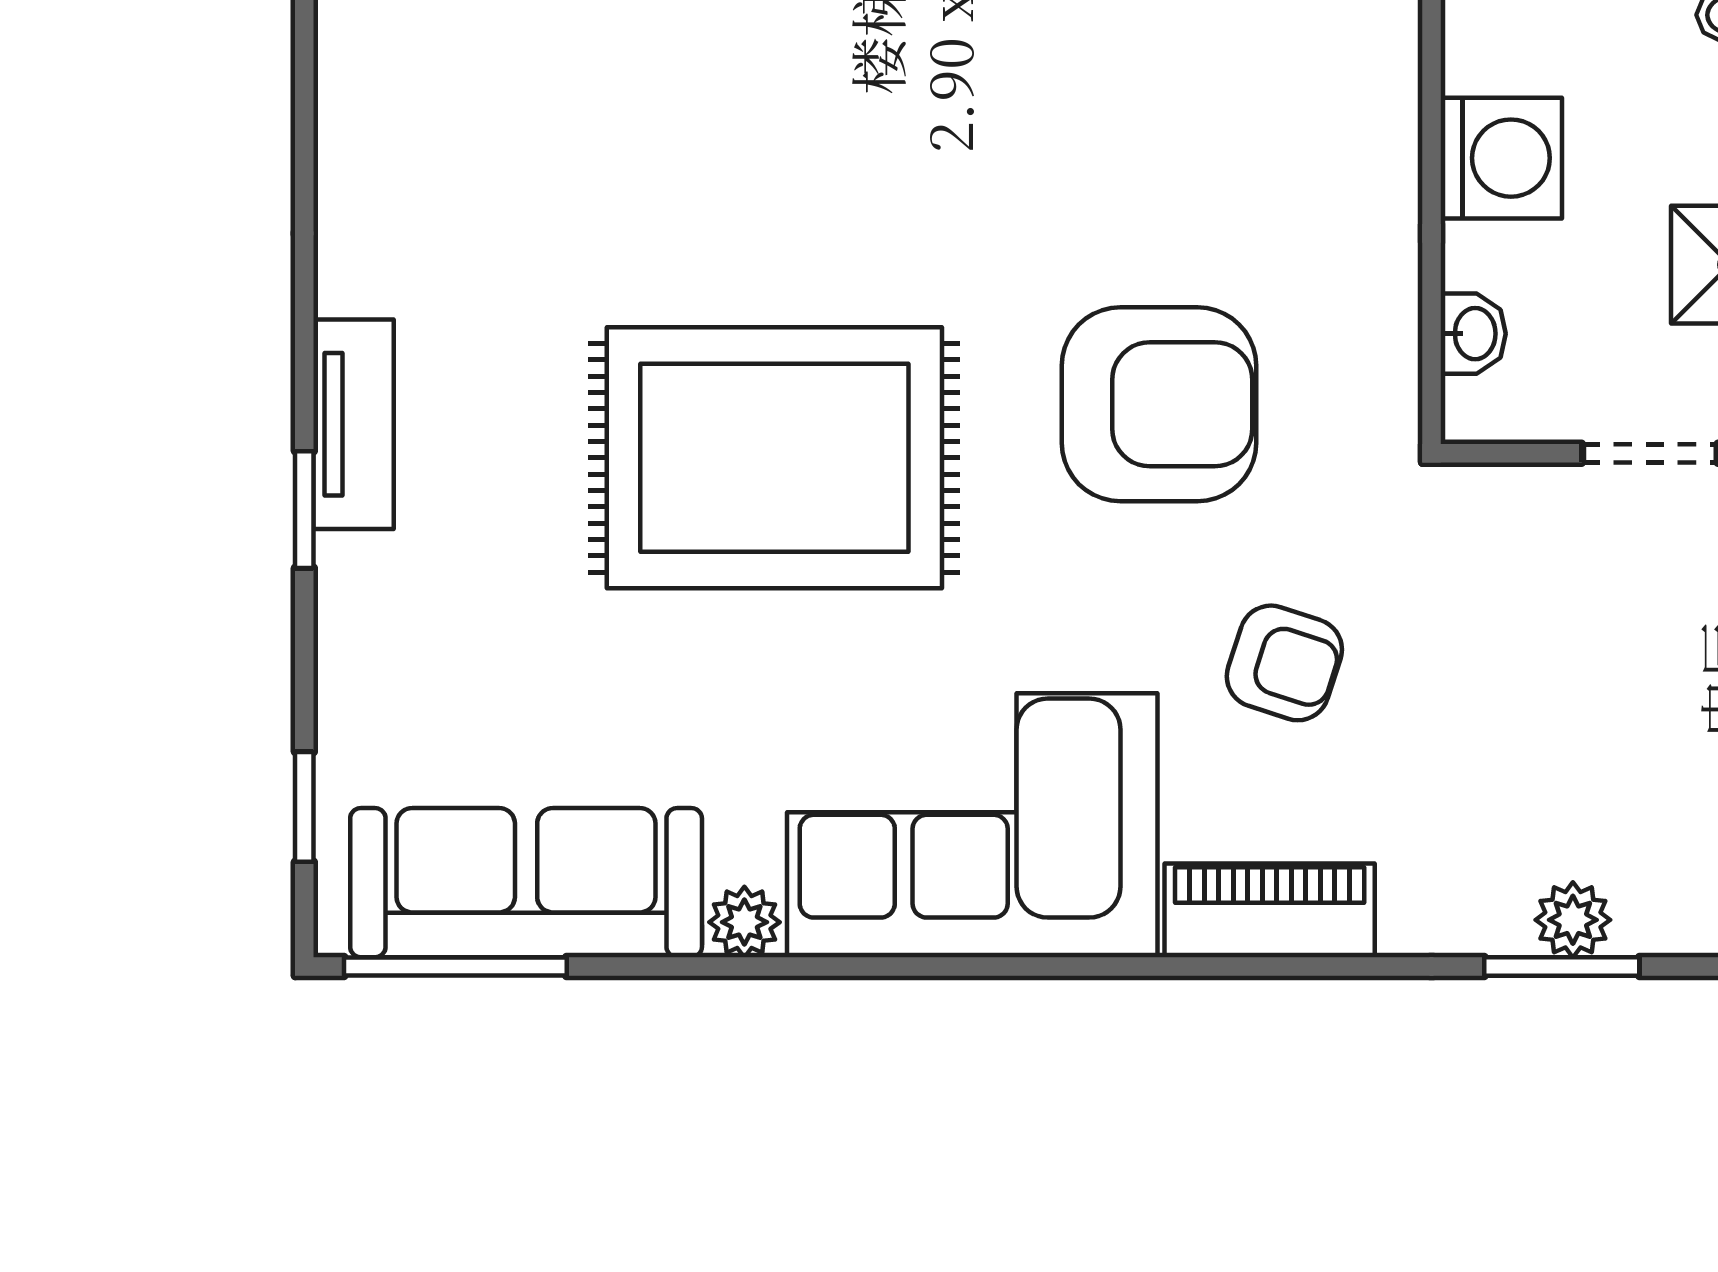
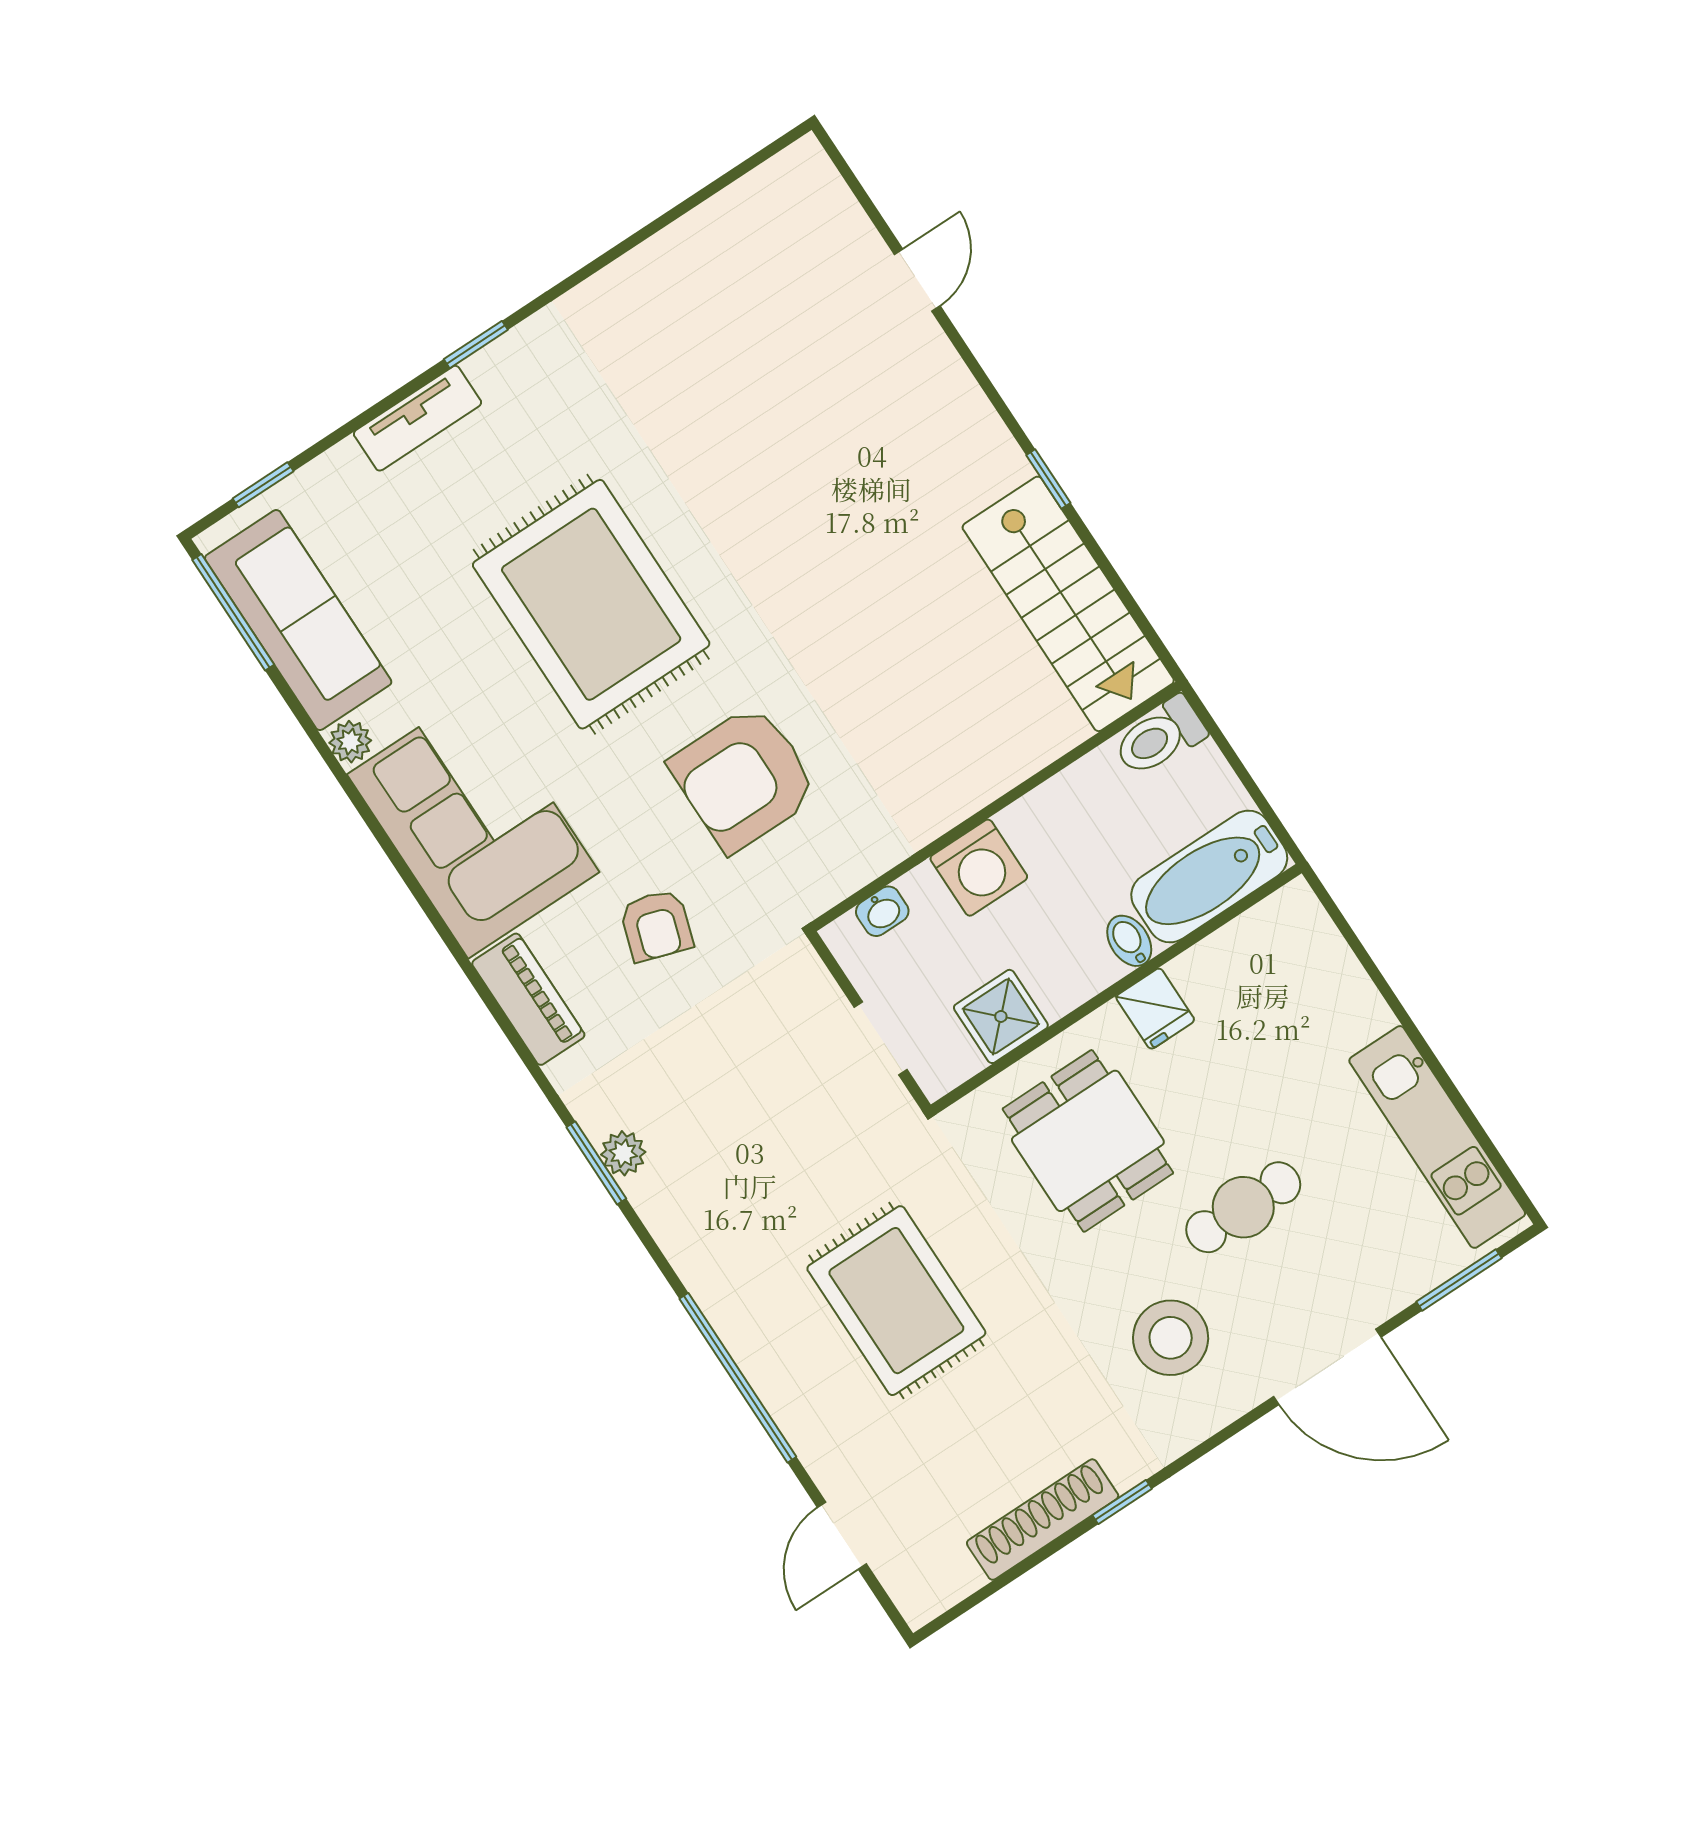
armchair: (1159, 404) -> (744, 778), turned 90
tv unit: (354, 424) -> (418, 418), moved
window: (304, 510) -> (476, 345), moved

